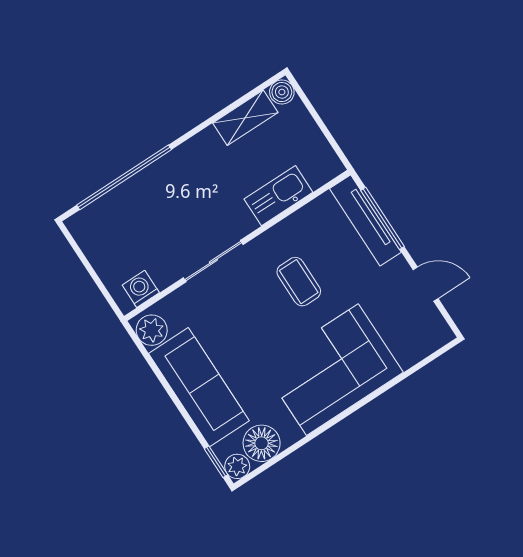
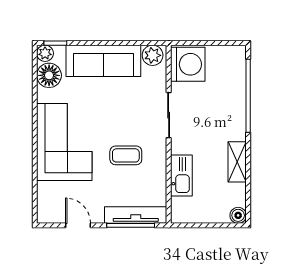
shelving: (245, 118) -> (237, 162), moved
door: (426, 284) -> (78, 225), swing flipped
washing machine: (141, 289) -> (188, 64), width x1.89, depth x1.89

